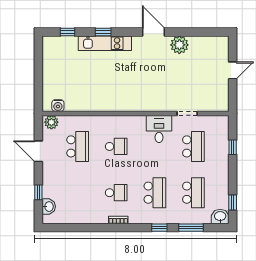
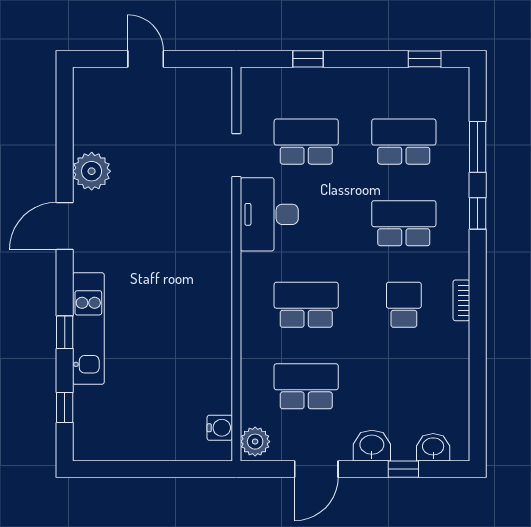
desk: (159, 129) -> (269, 214), width x1.37
school desk: (116, 146) -> (306, 305), width x1.85
washbasin: (220, 216) -> (372, 446), moved, turned 90

